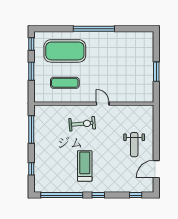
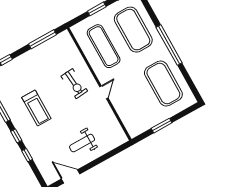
exercise mat: (123, 51) -> (163, 84), added
exercise mat: (65, 83) -> (104, 46), width x1.36, depth x1.45
treadmill: (85, 166) -> (36, 108), turned 90
window: (136, 195) -> (27, 155), moved

